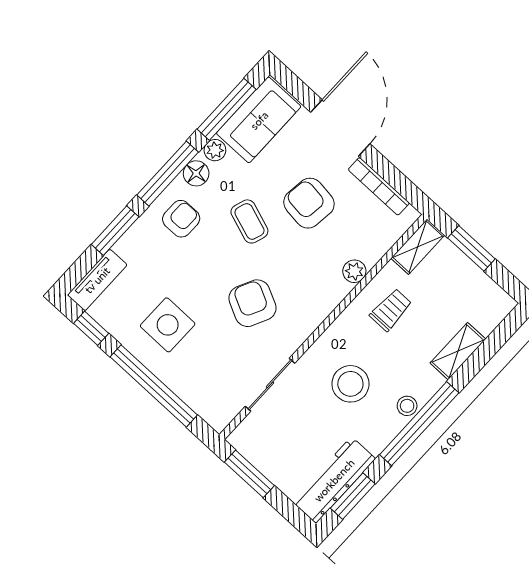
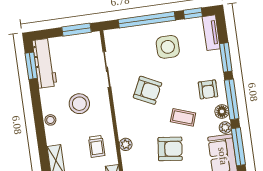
window: (419, 424) -> (39, 119), removed

